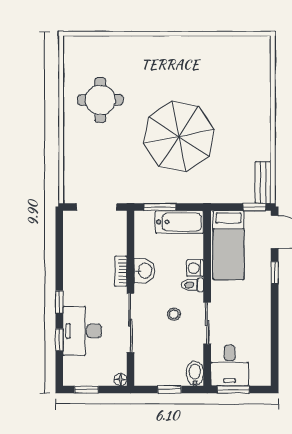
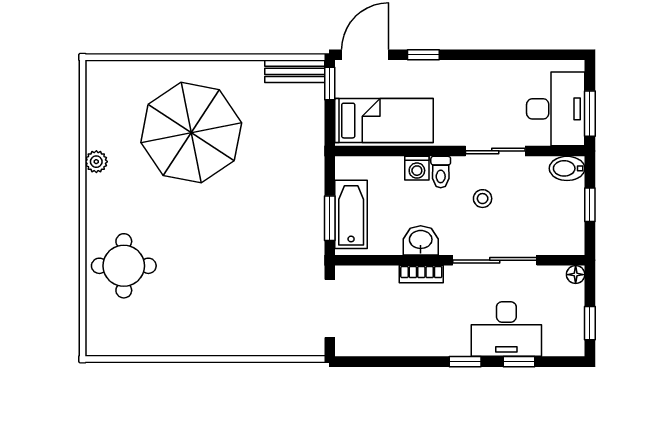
plant: (200, 43) -> (96, 162), added
round table: (100, 100) -> (124, 266), moved
parasol: (179, 136) -> (191, 133), moved
bathtub: (179, 222) -> (351, 214), moved
desk: (230, 366) -> (556, 109), width x1.37

